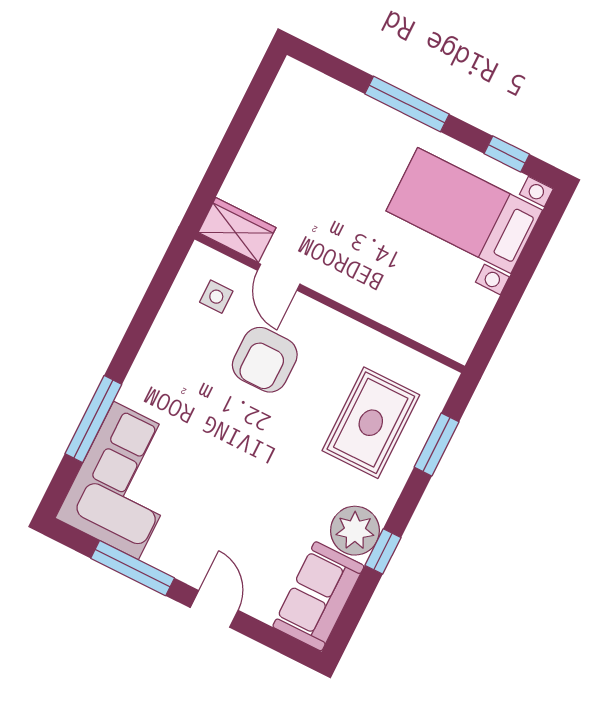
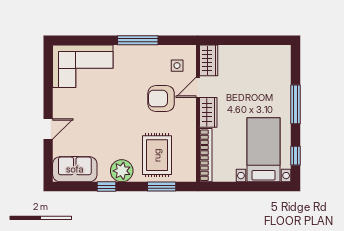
wardrobe: (338, 281) -> (208, 112), added
bookcase: (419, 328) -> (206, 155), added
window: (93, 419) -> (138, 40), moved
rug: (371, 423) -> (157, 155), turned 90
plant: (355, 531) -> (122, 171), moved
window: (133, 568) -> (48, 87), removed

